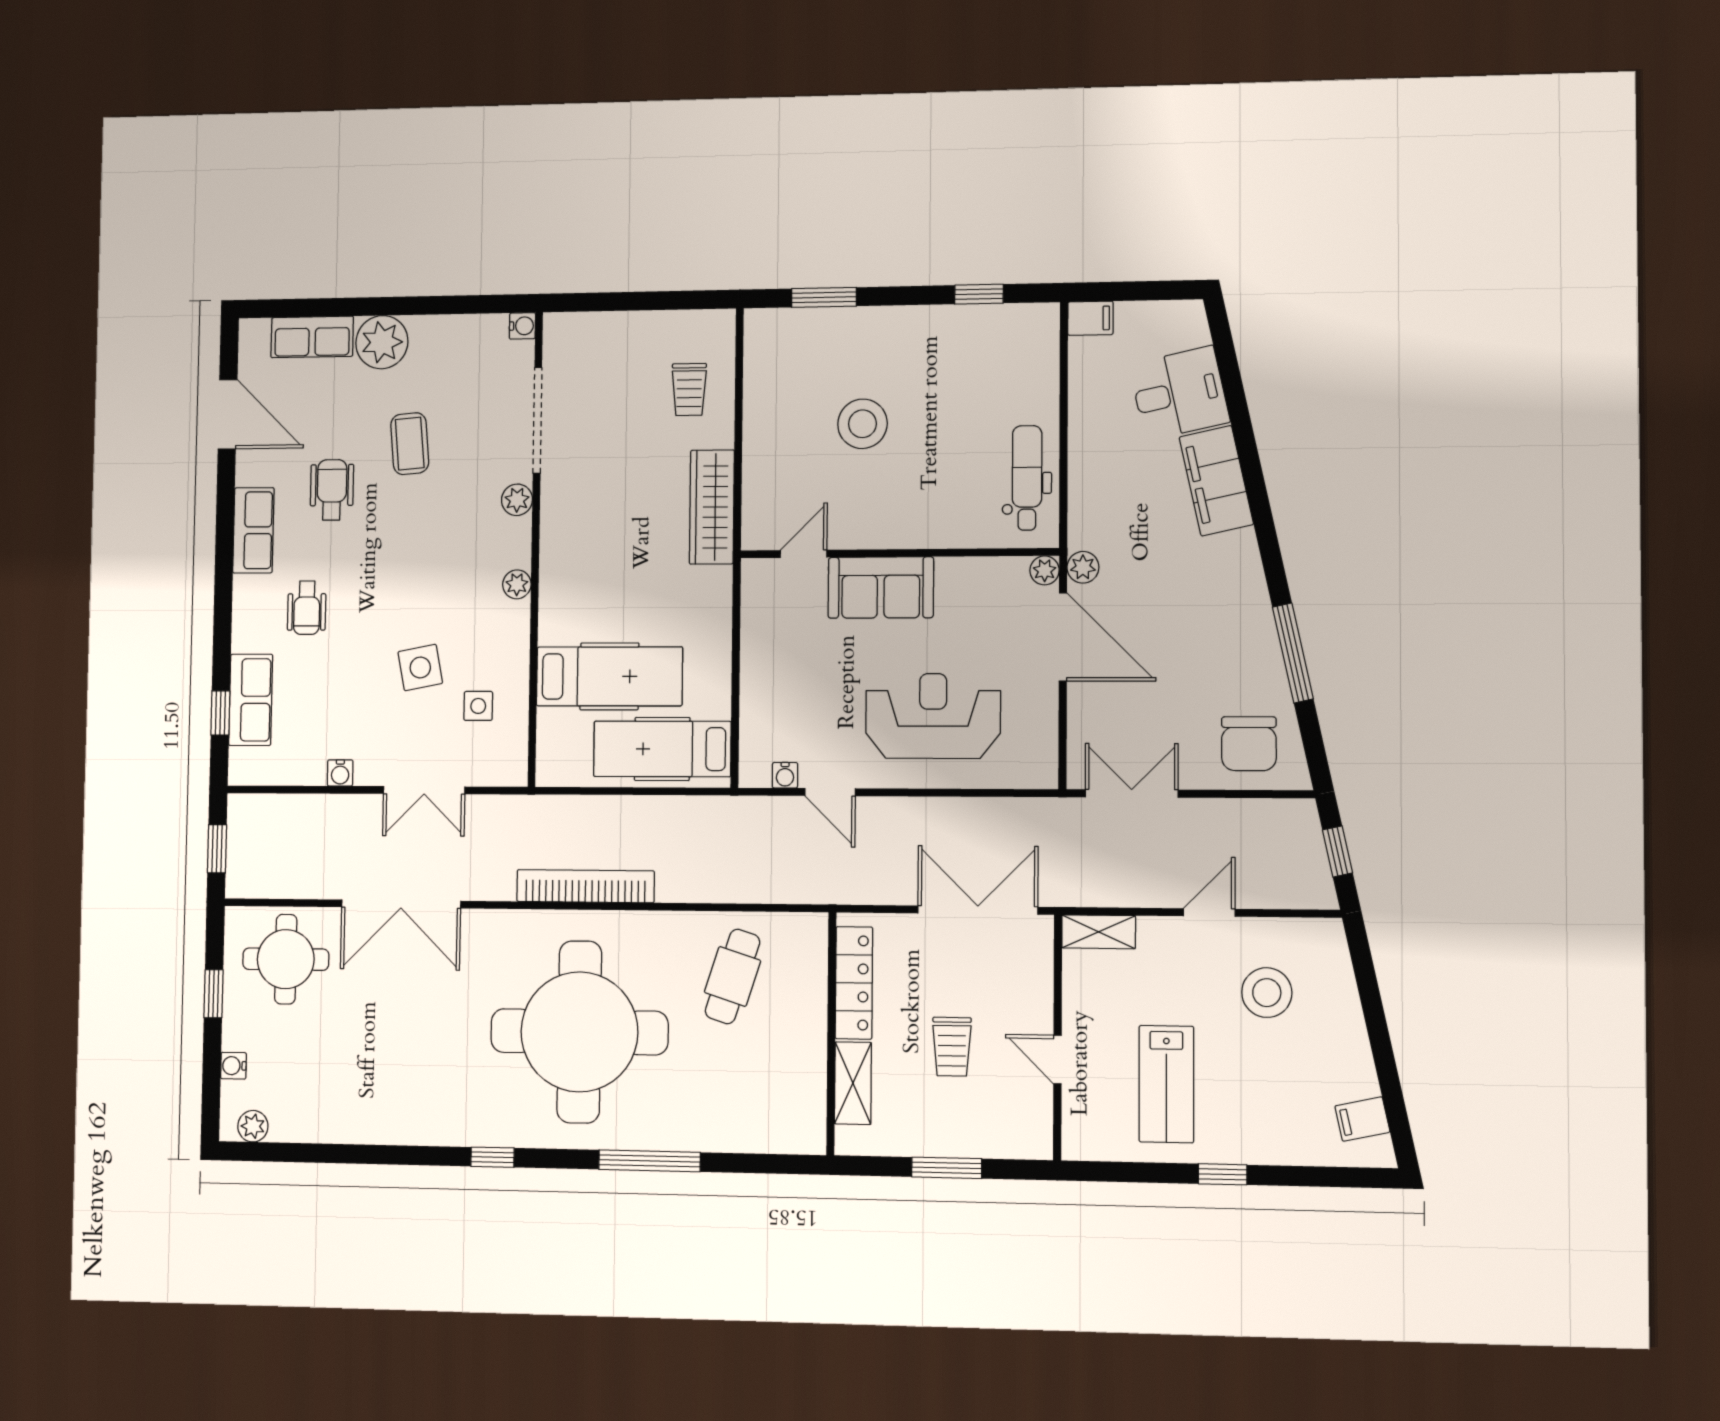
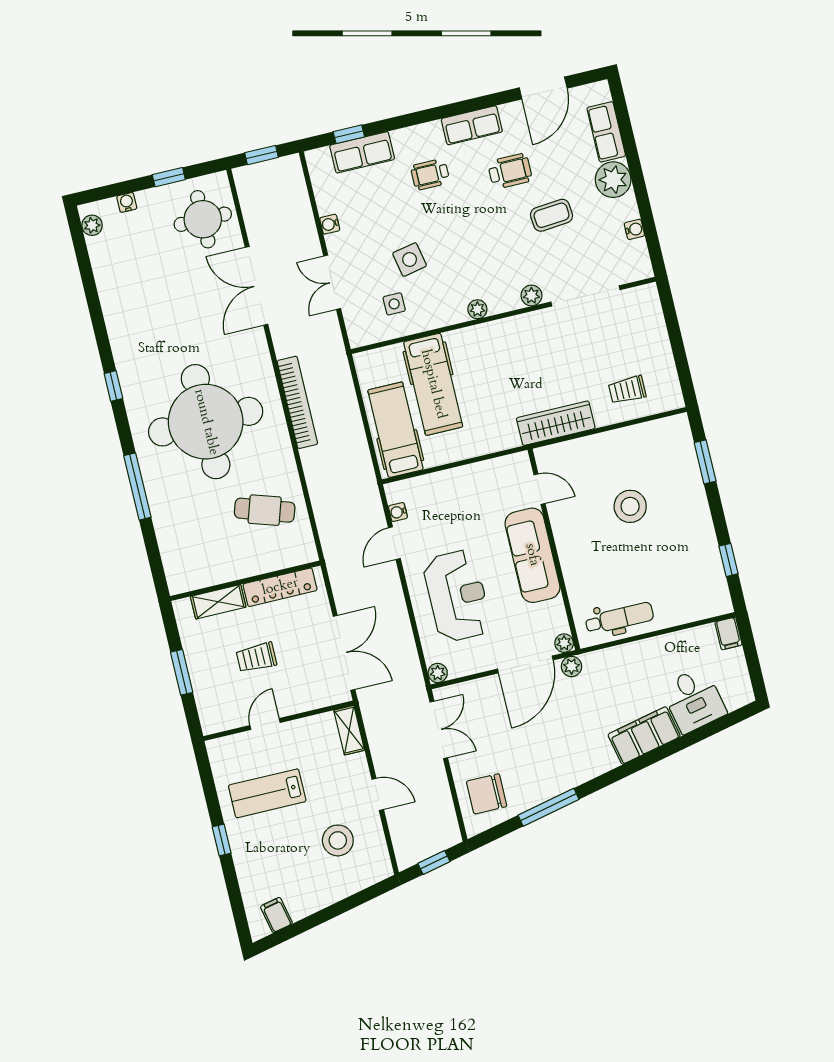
water cooler: (522, 326) -> (634, 229), moved, turned -90
sofa: (881, 588) -> (532, 555), width x1.36
plant: (1043, 774) -> (438, 673), added

